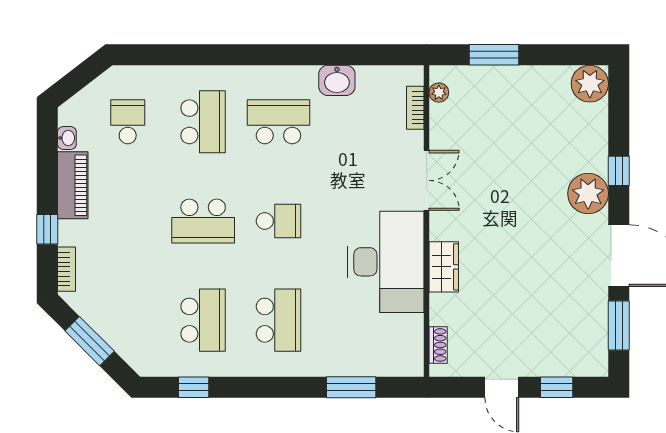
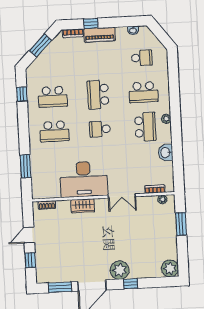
plant: (263, 75) -> (166, 119), added
piano: (73, 185) -> (100, 35), moved
school desk: (278, 221) -> (100, 129), turned 90

